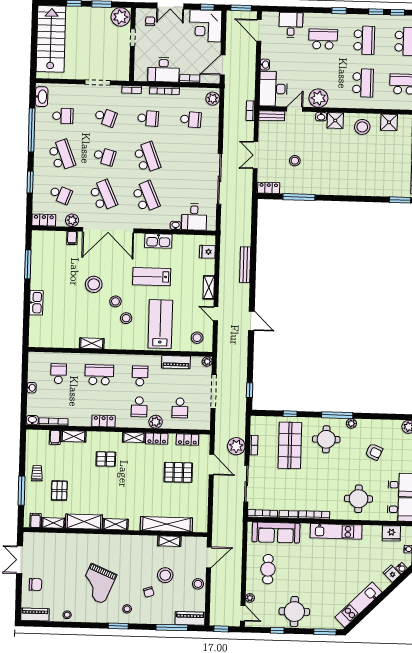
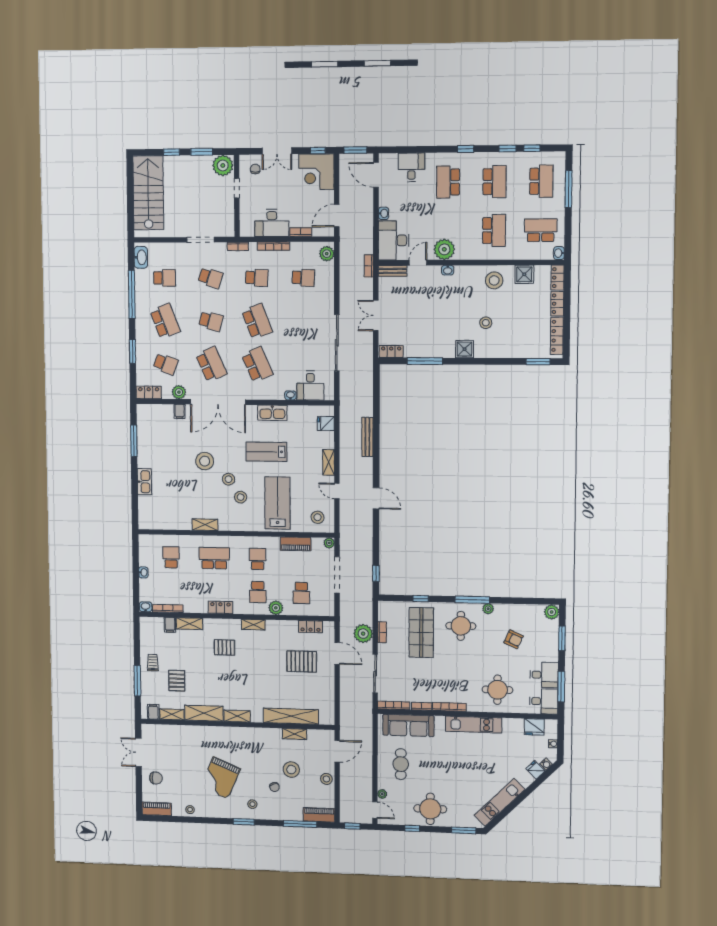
school desk: (323, 39) -> (448, 182), turned -90
shower: (335, 121) -> (465, 349), moved
stool: (295, 161) -> (486, 323), moved
locker: (157, 439) -> (278, 626), removed

